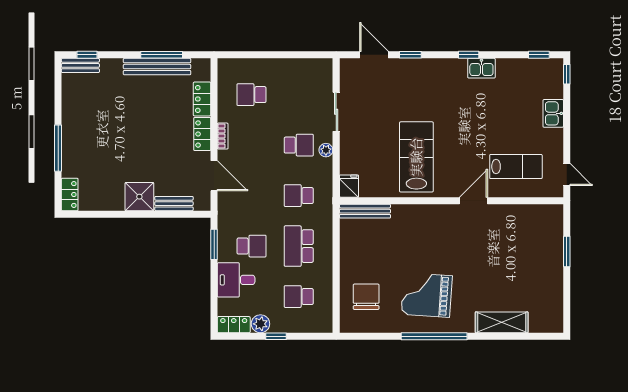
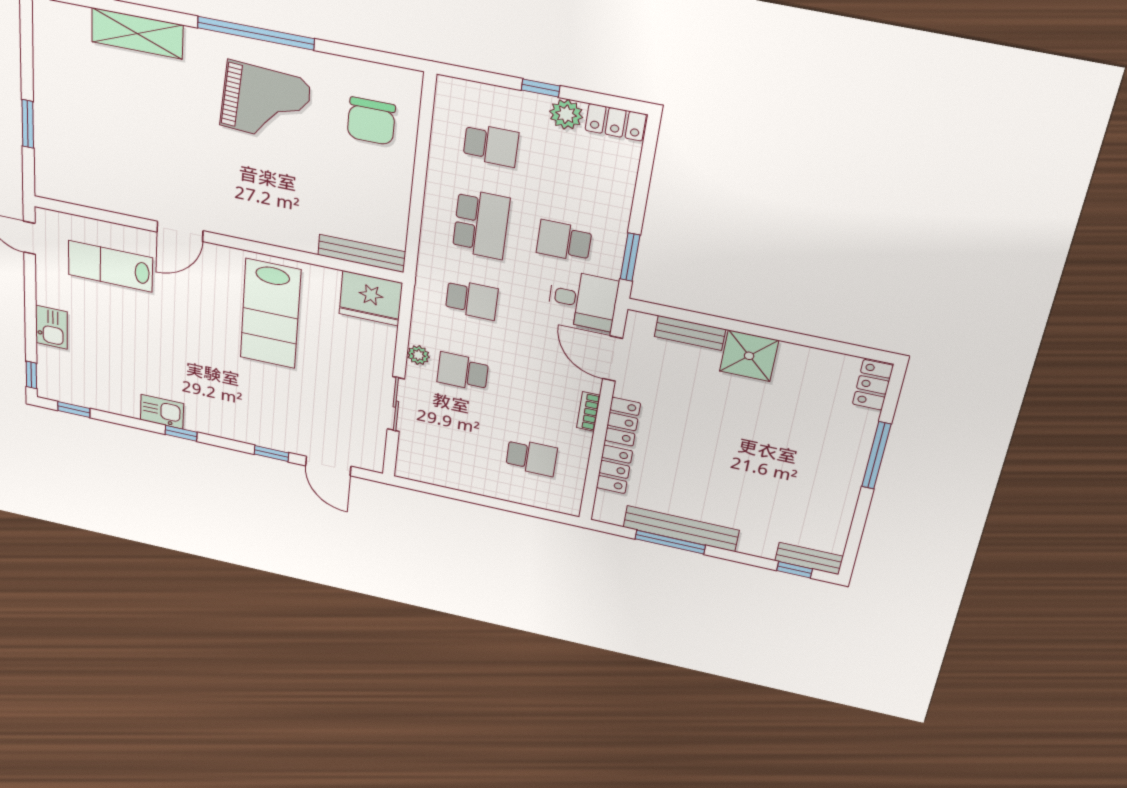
fridge: (349, 186) -> (371, 298), width x1.88, depth x1.34
desk: (236, 280) -> (583, 300), moved

